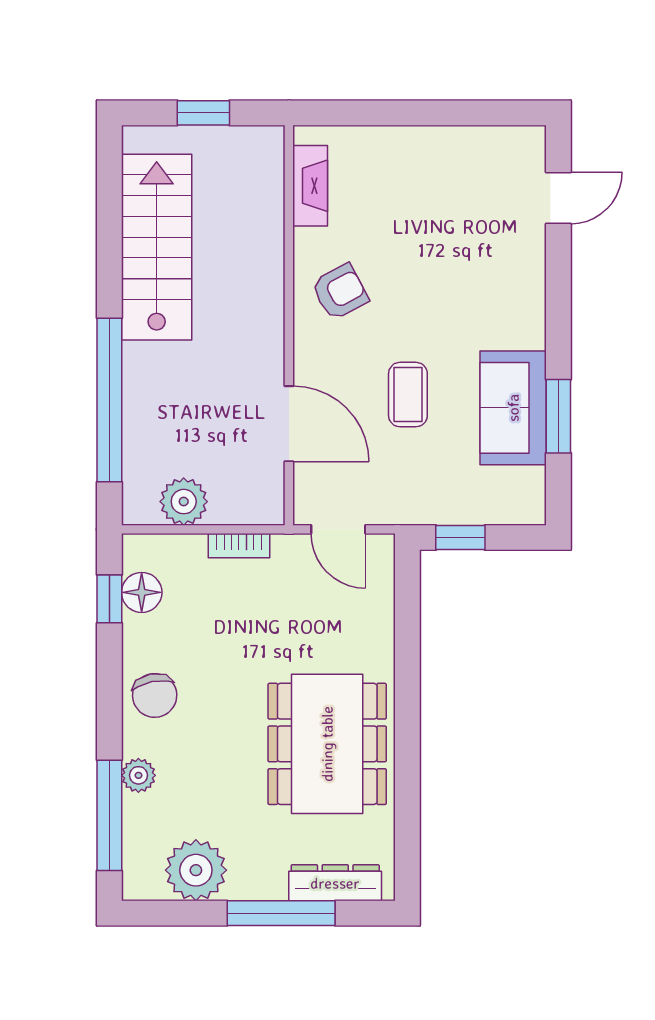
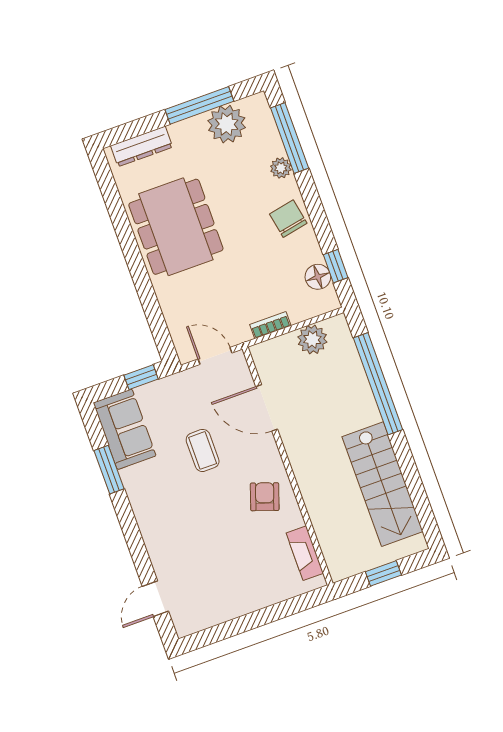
armchair: (340, 292) -> (265, 497), turned 137
sofa: (513, 408) -> (125, 429), moved
window: (281, 913) -> (199, 105), moved

